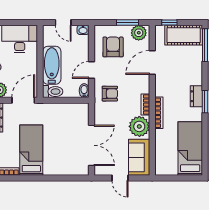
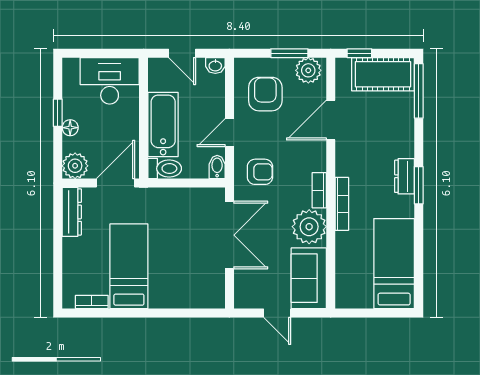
double door: (91, 145) -> (229, 235), moved

